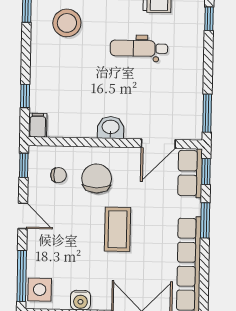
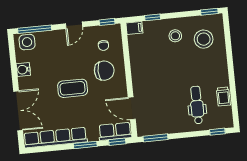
dental chair: (139, 48) -> (197, 105), moved
stool: (57, 65) -> (175, 36), added
washbasin: (111, 128) -> (139, 76), removed

